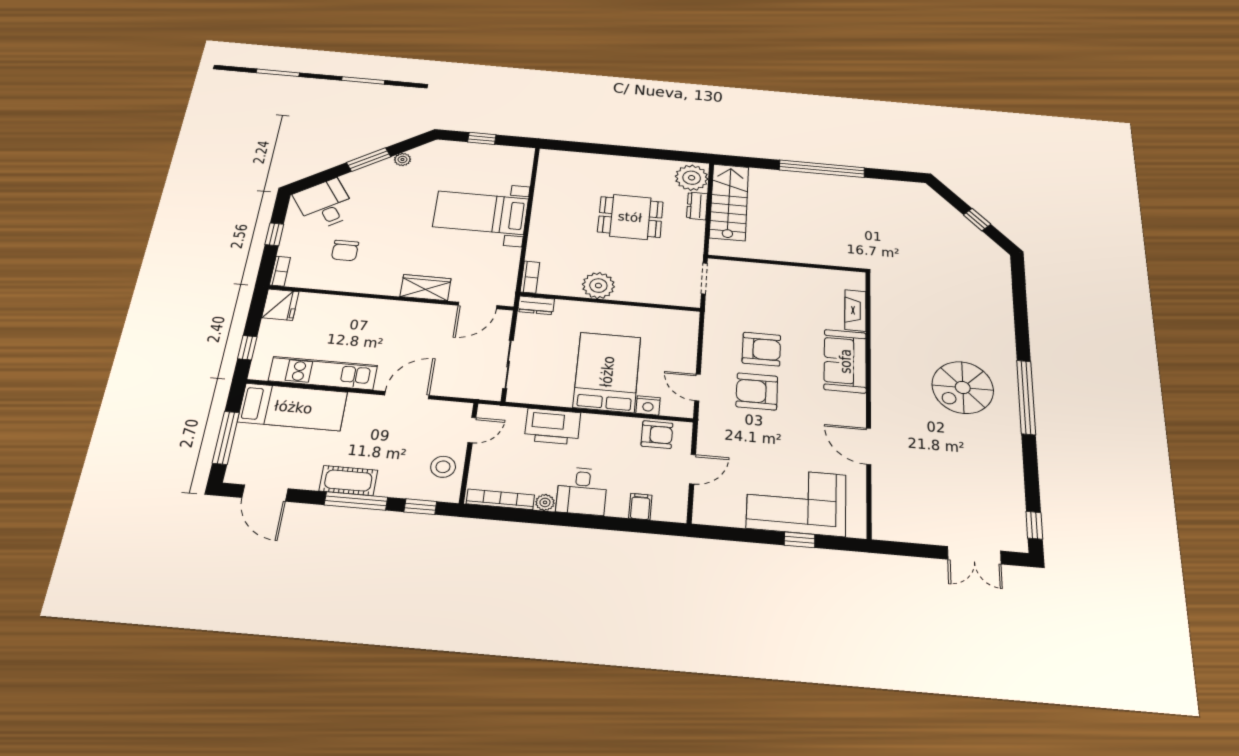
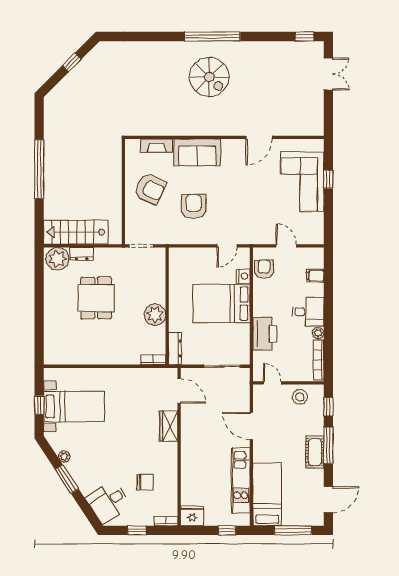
bed with nightstands: (481, 213) -> (74, 406), moved, turned -90
dresser: (536, 305) -> (175, 348), width x1.44
armchair: (757, 391) -> (150, 189), moved, turned -65

